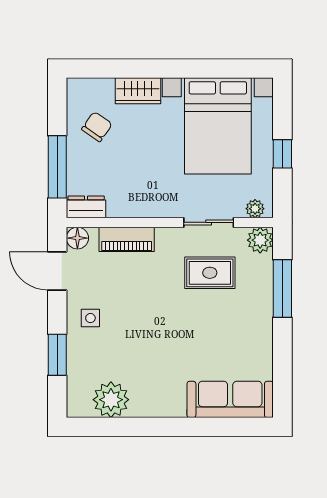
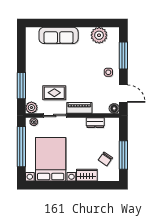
window: (282, 154) -> (21, 147), width x3.17
window: (57, 167) -> (123, 155), moved
dresser: (86, 207) -> (95, 123), moved
piano: (127, 239) -> (79, 108), moved
window: (57, 355) -> (123, 56), width x1.44
sofa: (230, 399) -> (59, 35), moved

